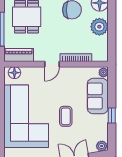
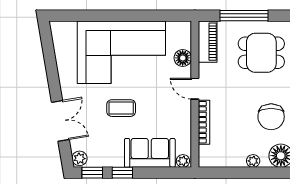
plant: (99, 27) -> (253, 161), width x0.53, depth x0.53
floor lamp: (14, 73) -> (183, 58), moved
window: (112, 137) -> (92, 173), added

